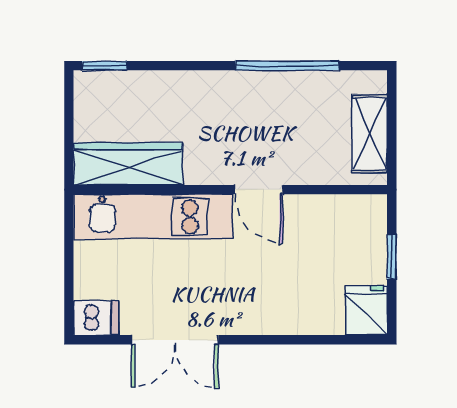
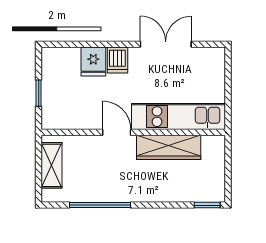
wardrobe: (128, 164) -> (169, 147), moved
fridge: (366, 310) -> (93, 62), moved
dishwasher: (96, 318) -> (117, 60), moved, turned -90

